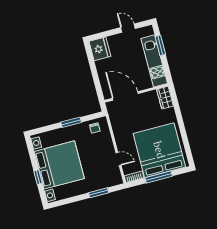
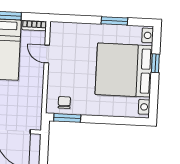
window: (71, 122) -> (67, 118), moved
window: (99, 193) -> (114, 21), moved

